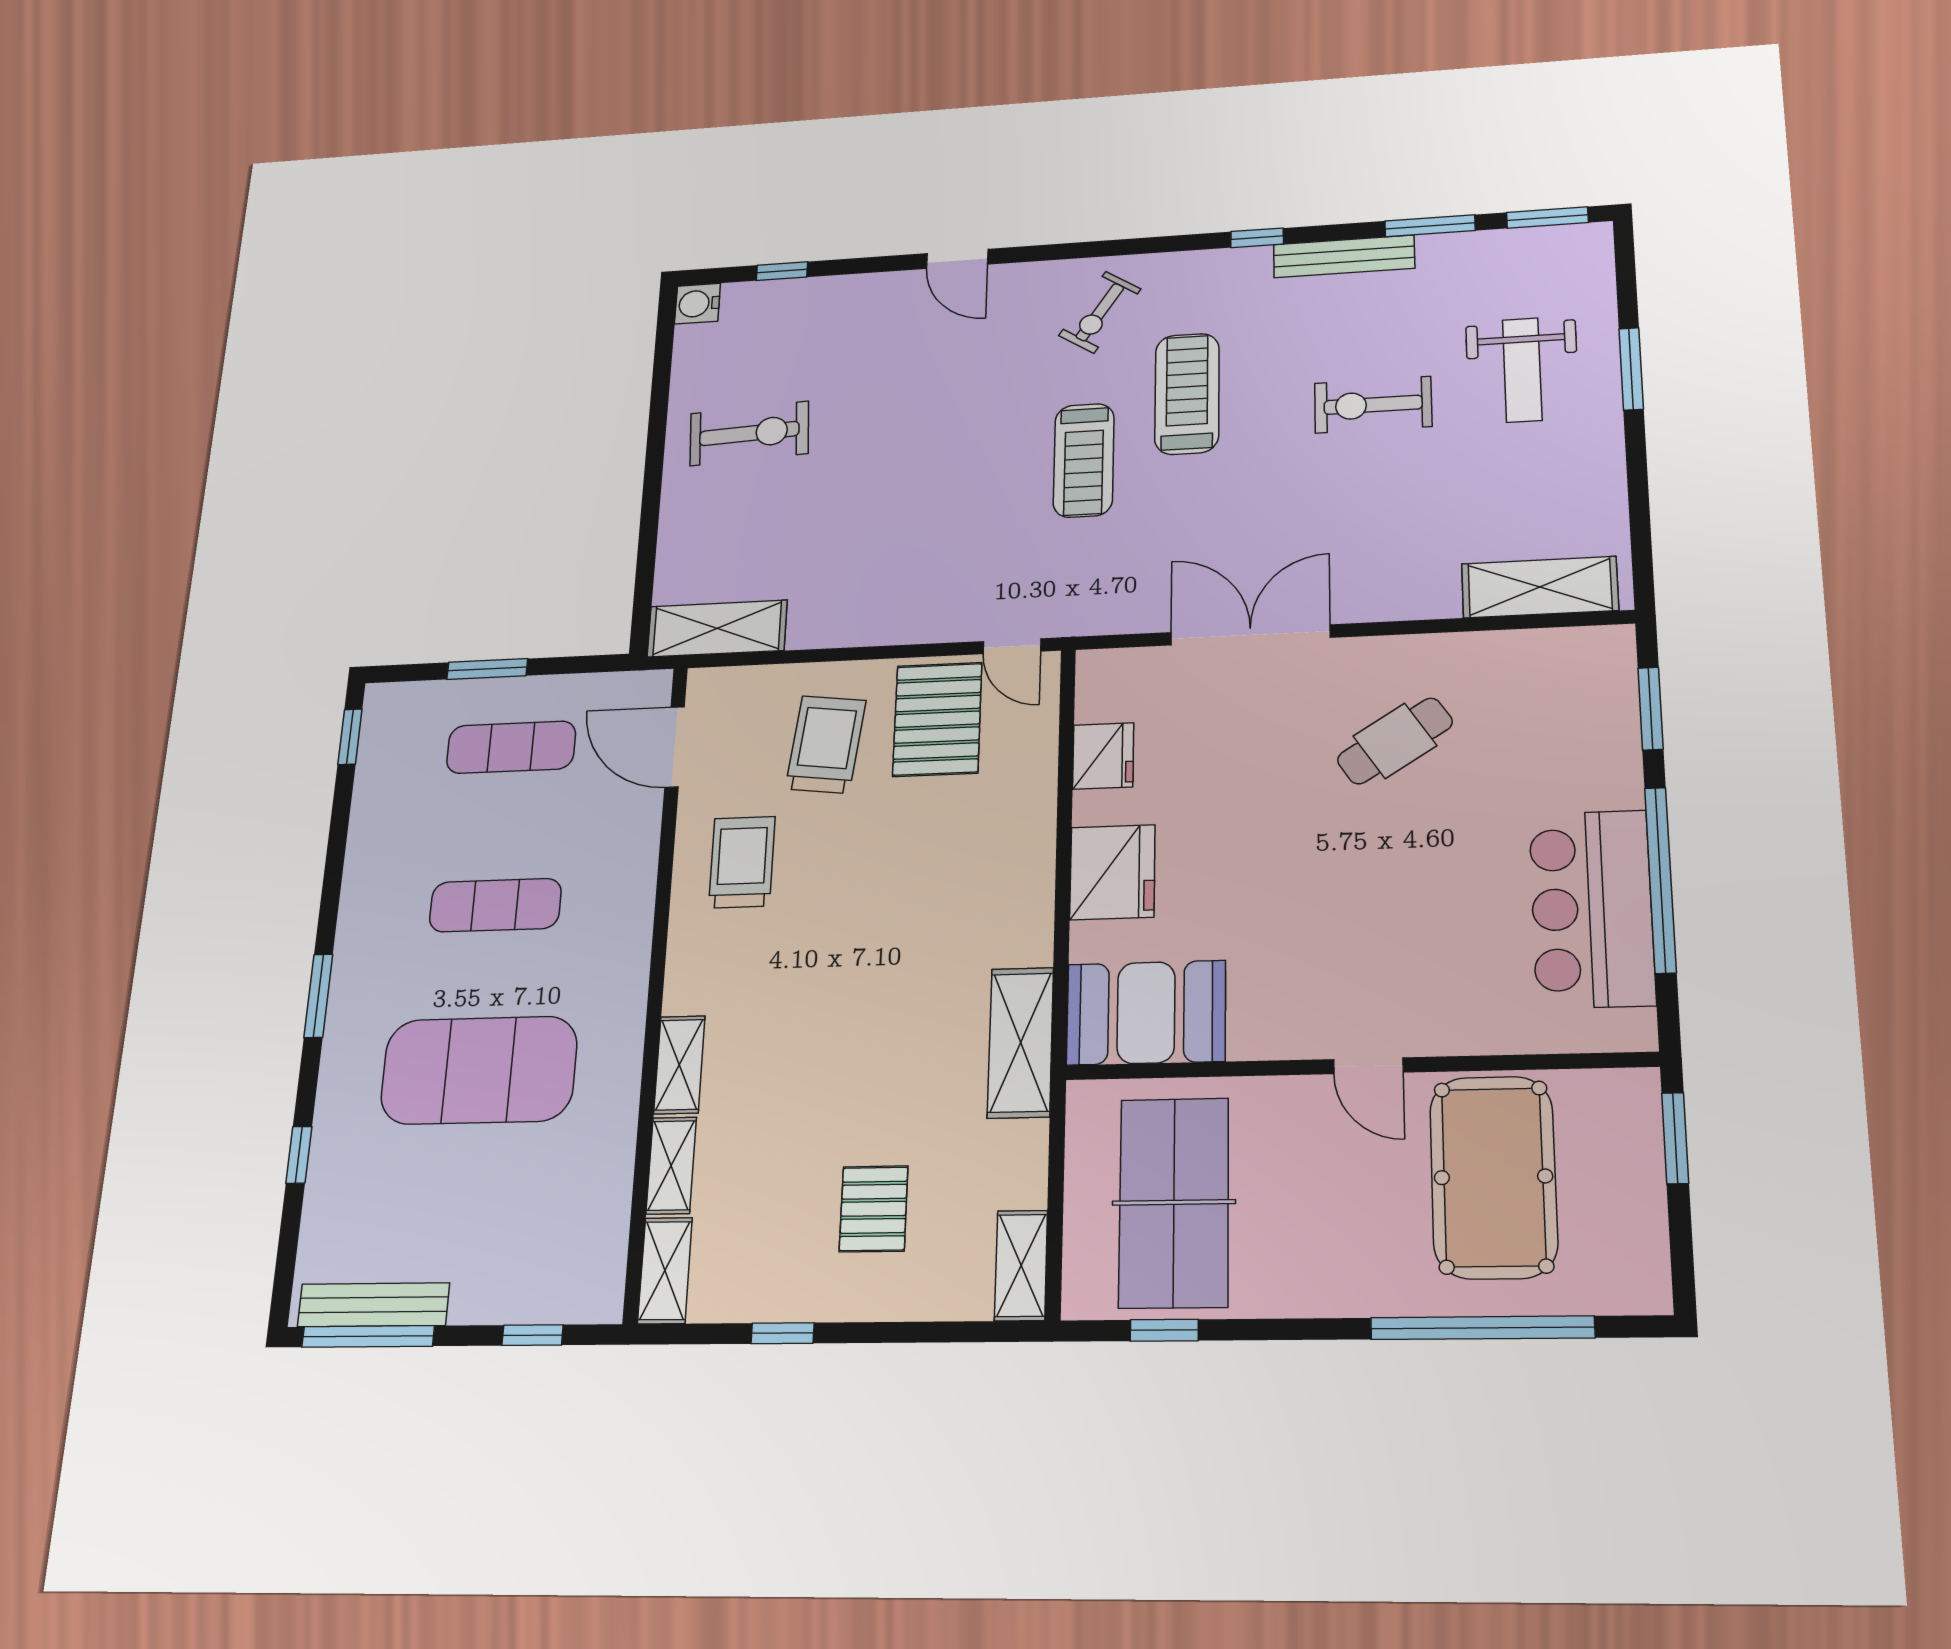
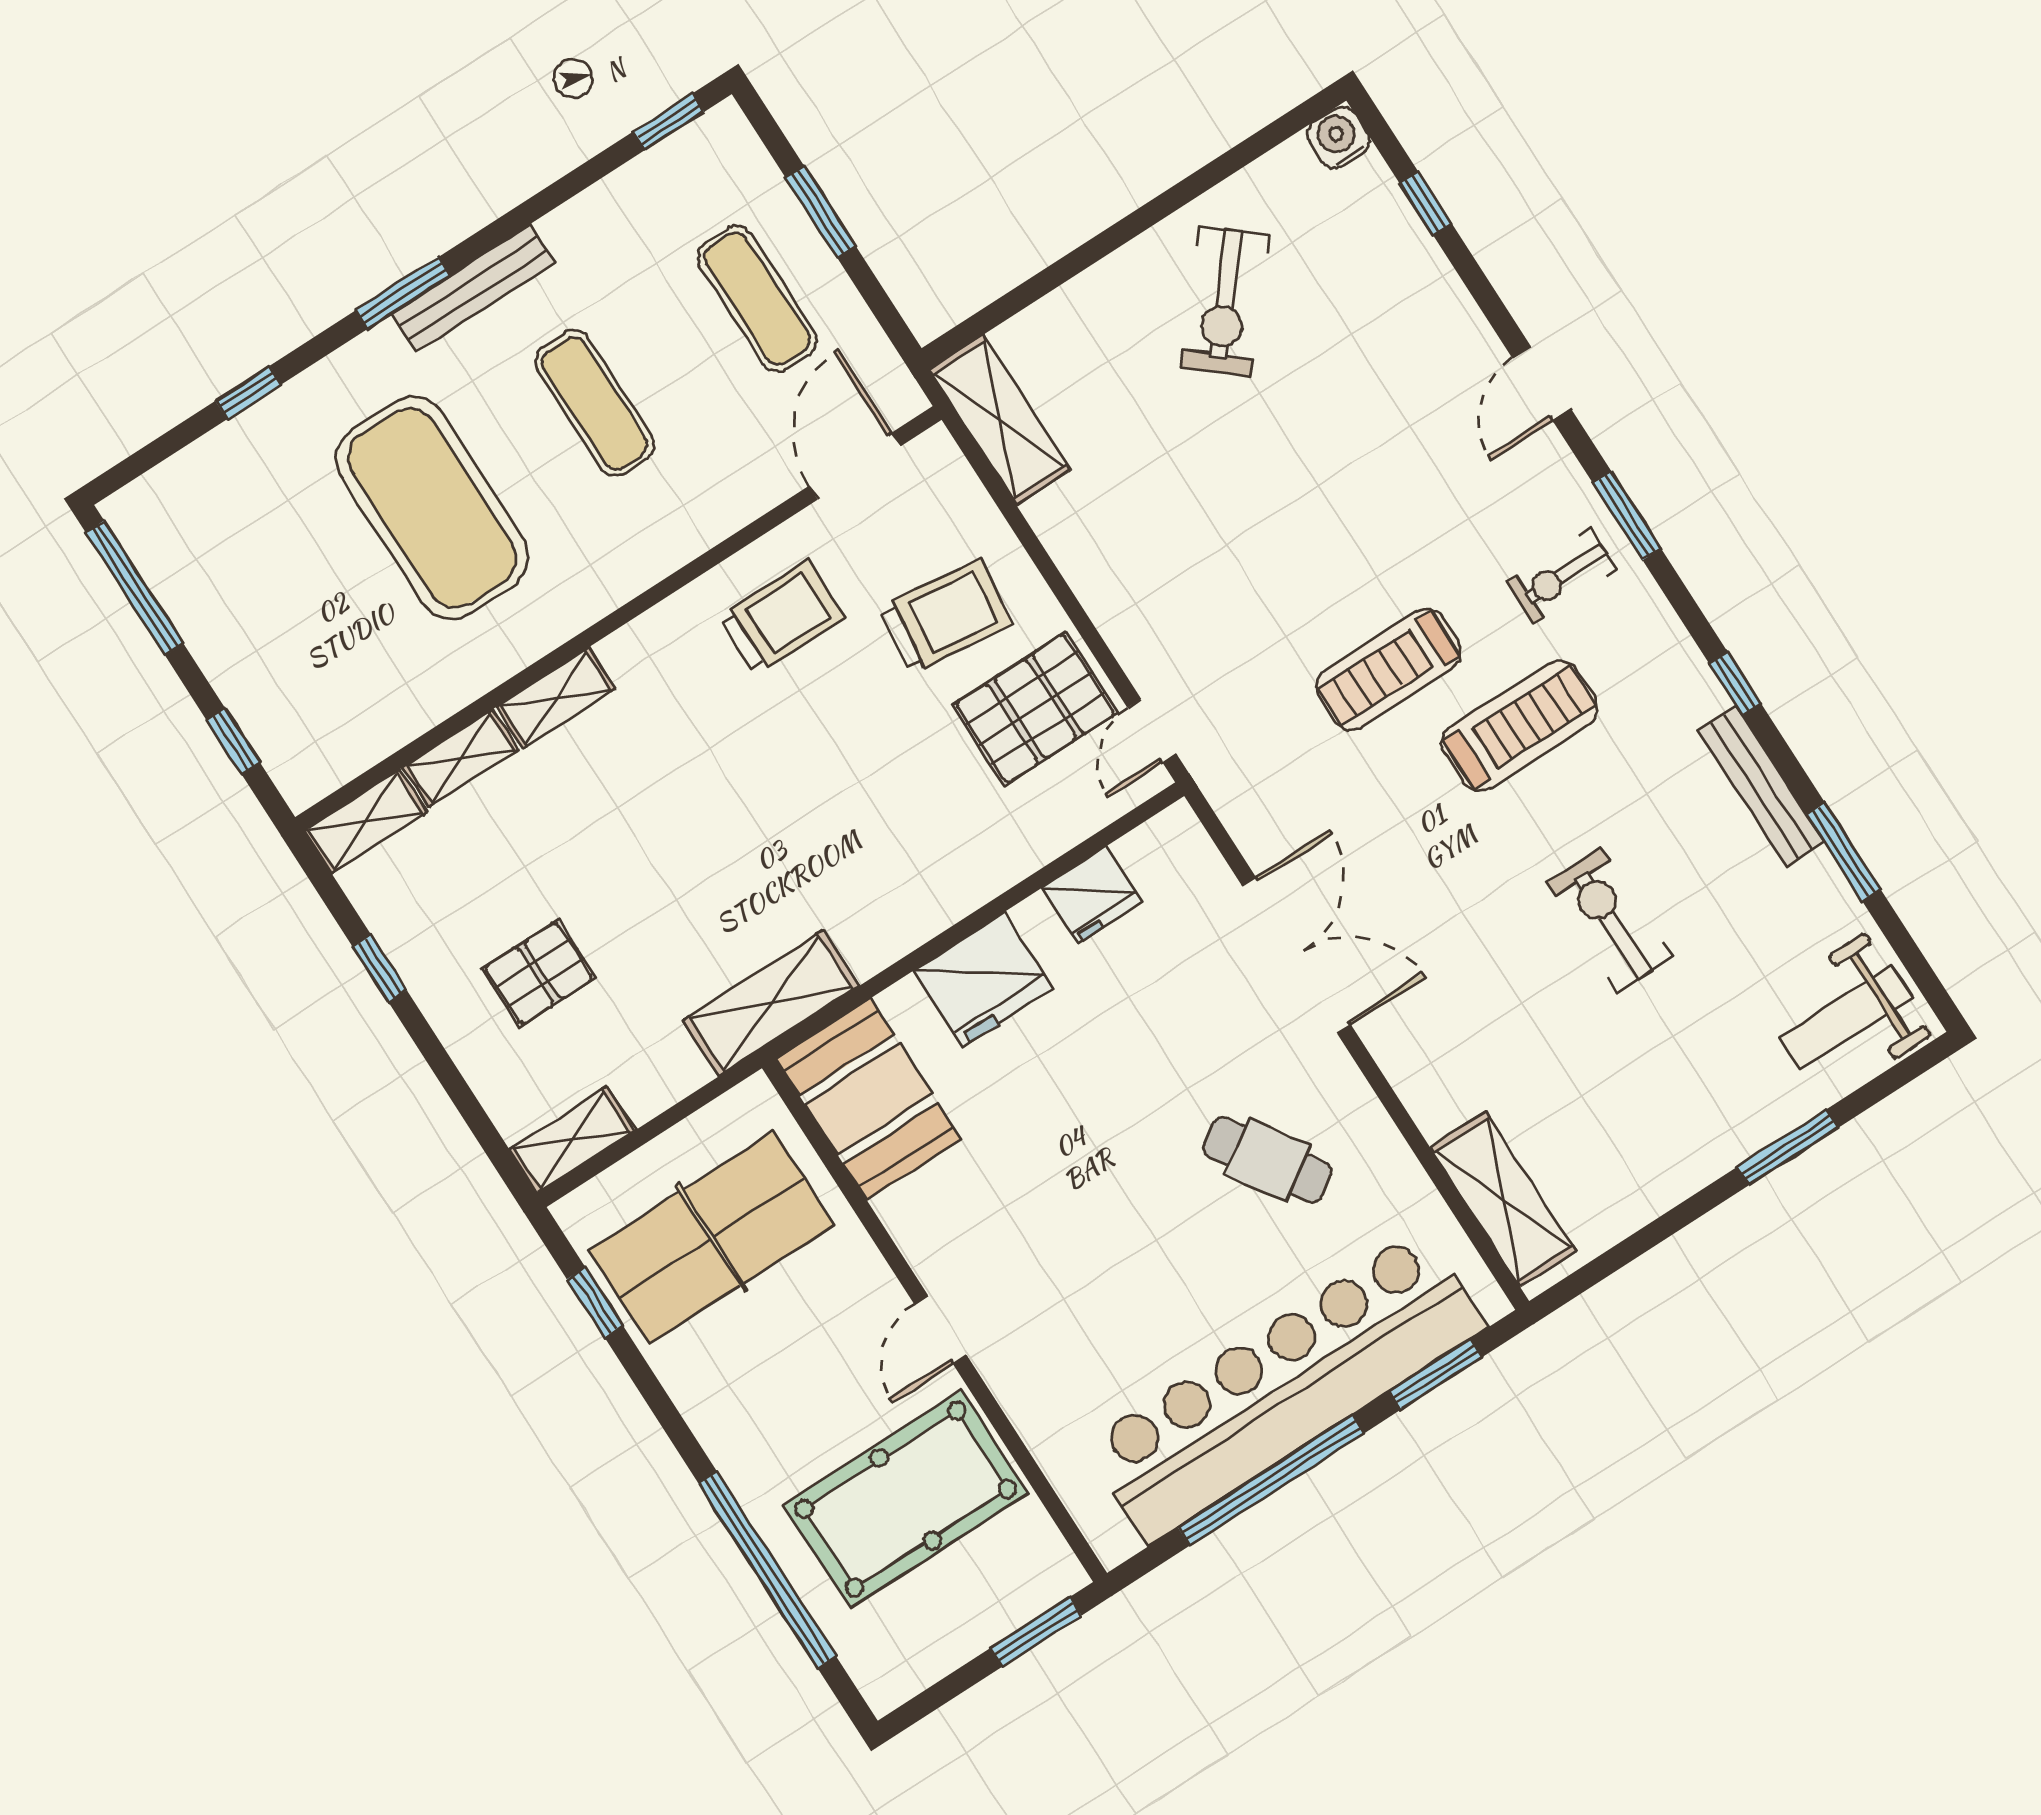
window: (1547, 217) -> (1627, 516), moved
exercise bike: (1100, 312) -> (1562, 576), turned -33
weight bench: (1522, 370) -> (1846, 1017), moved
exercise bike: (749, 434) -> (1225, 301), turned 43
bar counter: (1592, 909) -> (1286, 1386), width x1.86
bench: (373, 1305) -> (474, 288), moved, turned 90

